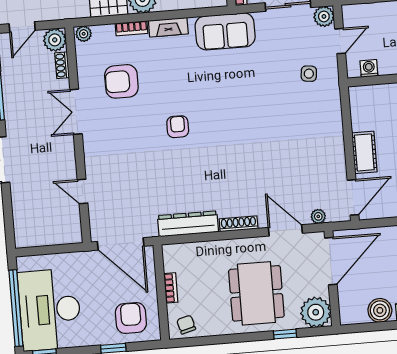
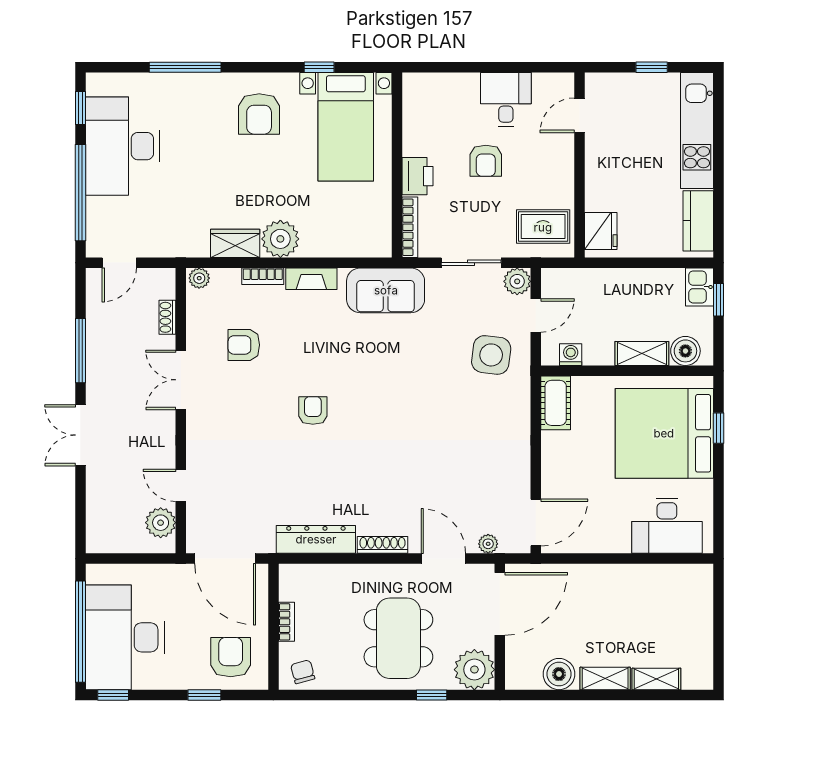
plant: (55, 40) -> (161, 523), moved
side table: (309, 74) -> (491, 355), width x1.87, depth x1.87
armchair: (121, 81) -> (244, 345), width x0.72, depth x0.72
cot: (364, 152) -> (556, 403), moved

